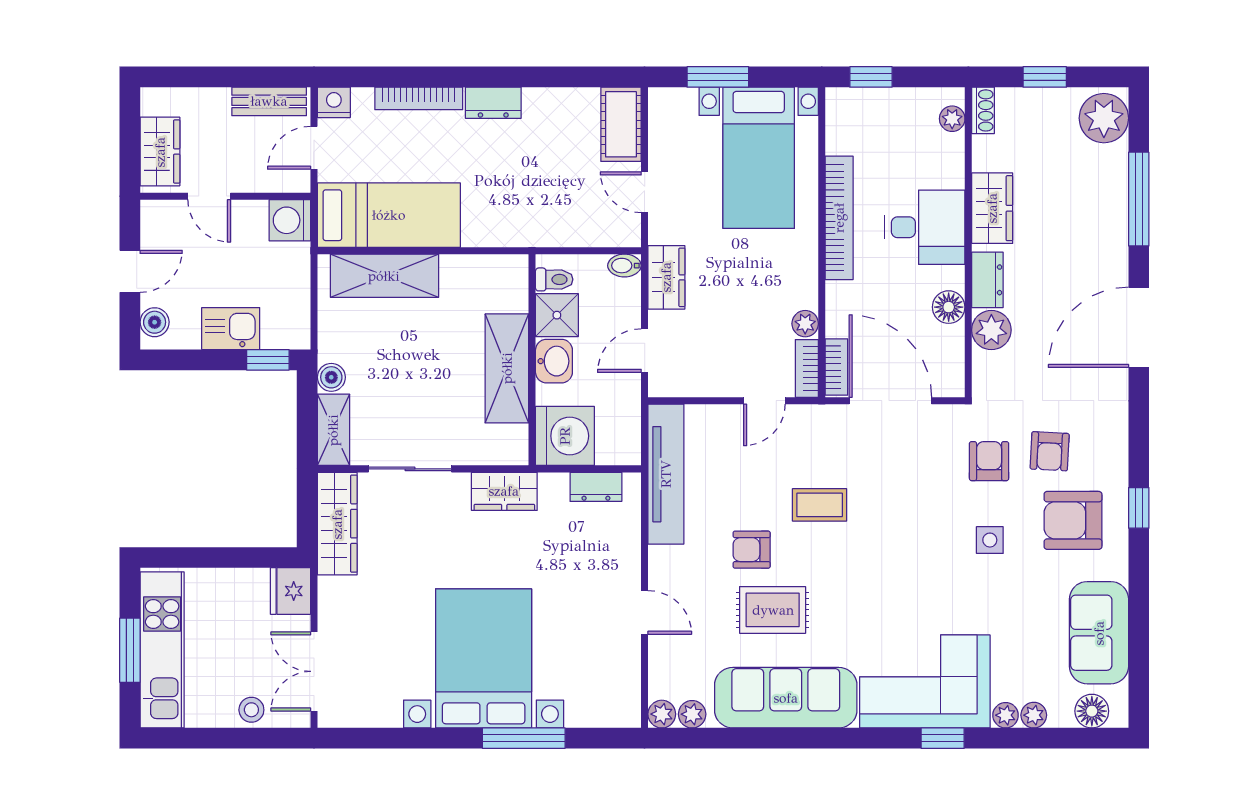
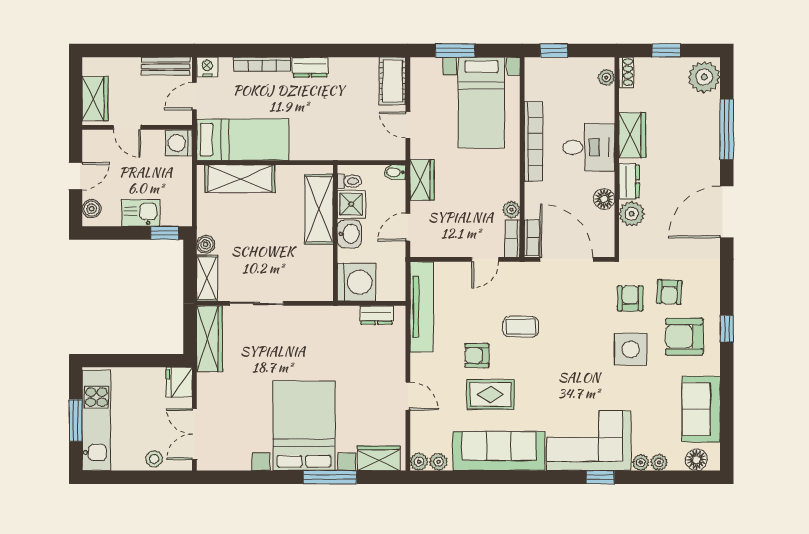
shelving: (507, 368) -> (319, 209), moved
wardrobe: (504, 491) -> (379, 458), moved, turned 180
side table: (990, 540) -> (631, 349), width x1.87, depth x1.87

